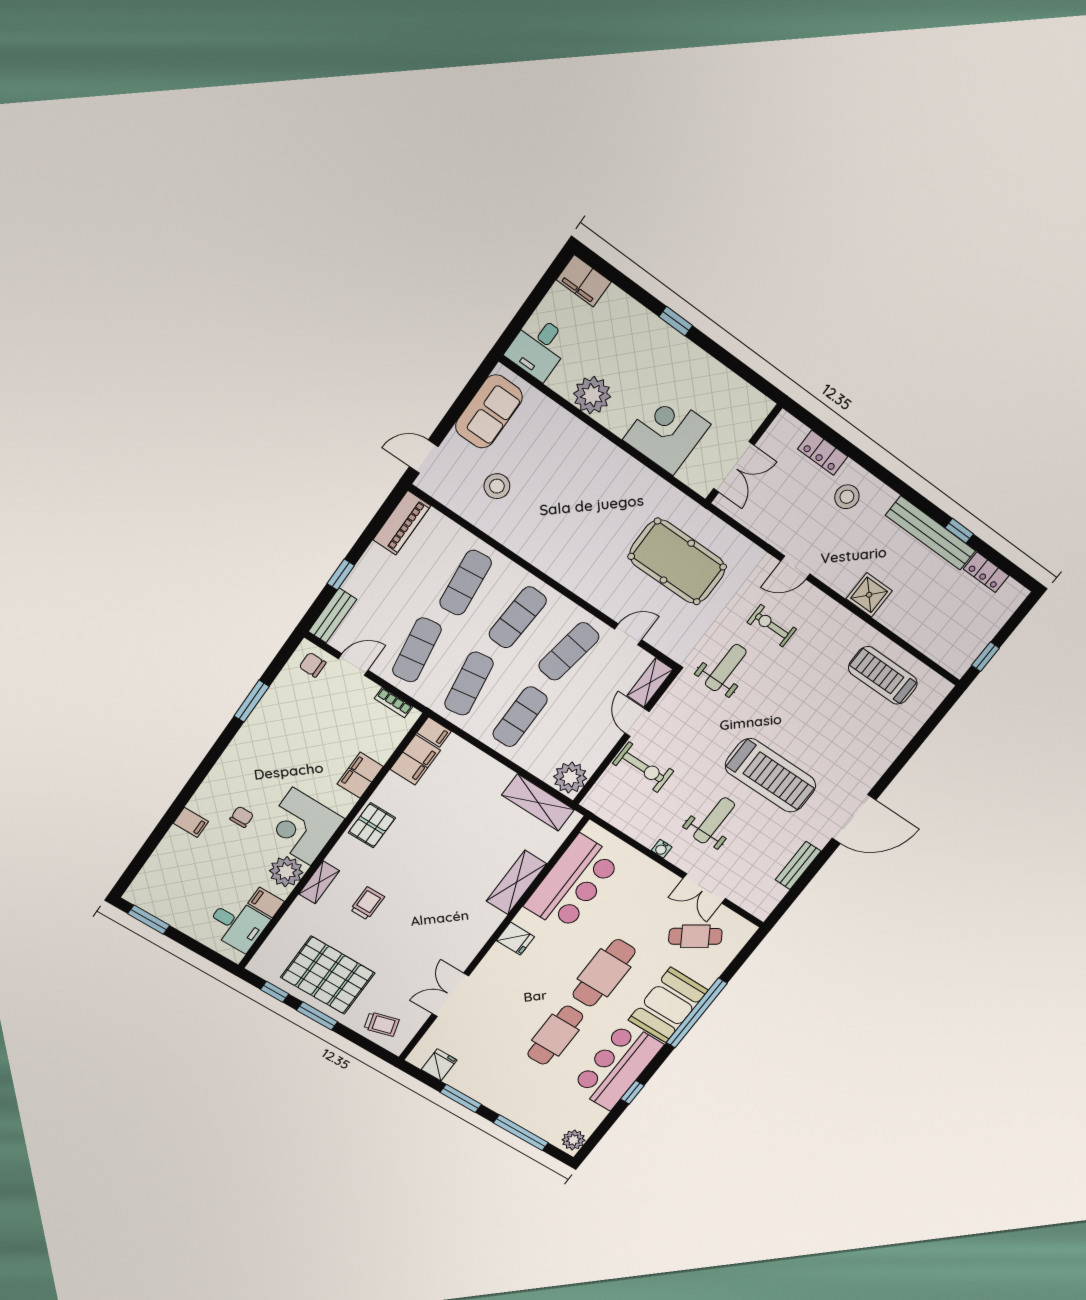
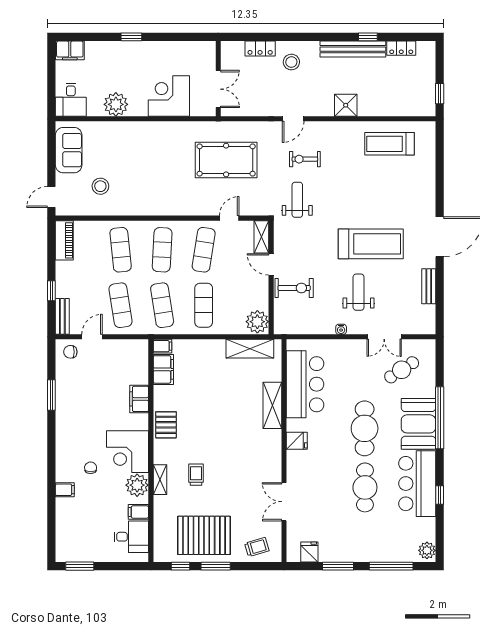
bookcase: (393, 703) -> (129, 344), removed

